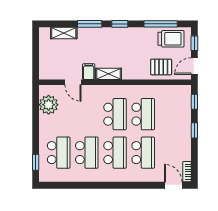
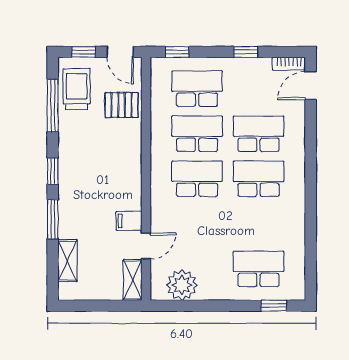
pallet: (161, 67) -> (122, 105), turned 90
shelving: (109, 74) -> (133, 280), moved
window: (194, 130) -> (246, 52), moved
school desk: (87, 153) -> (197, 89), moved

